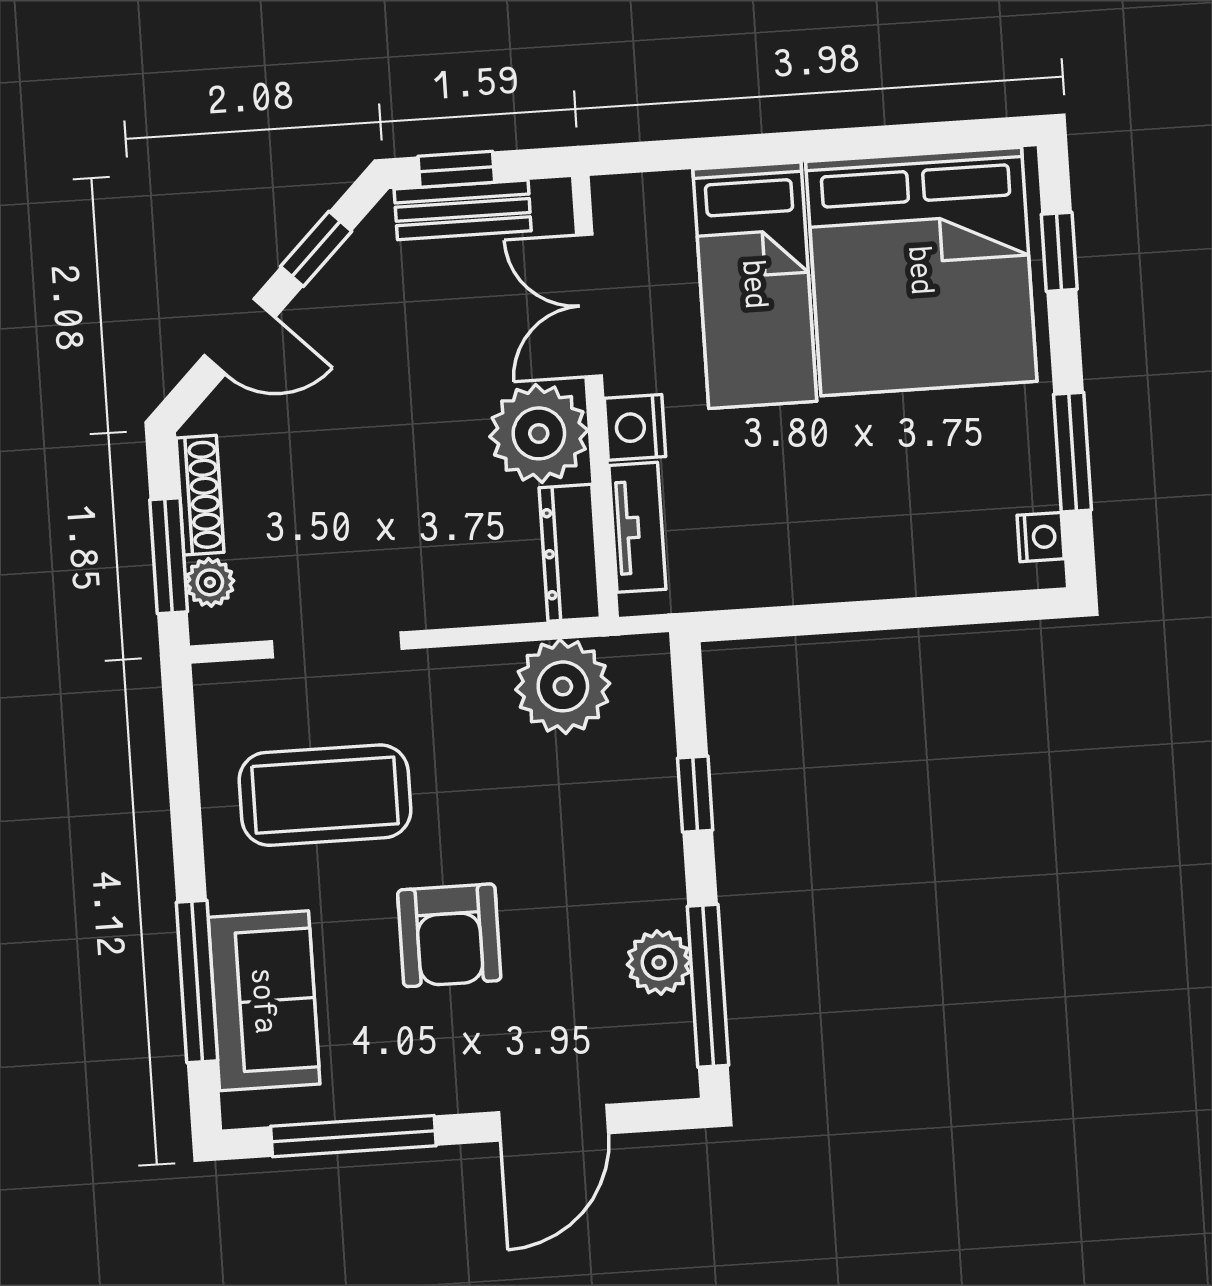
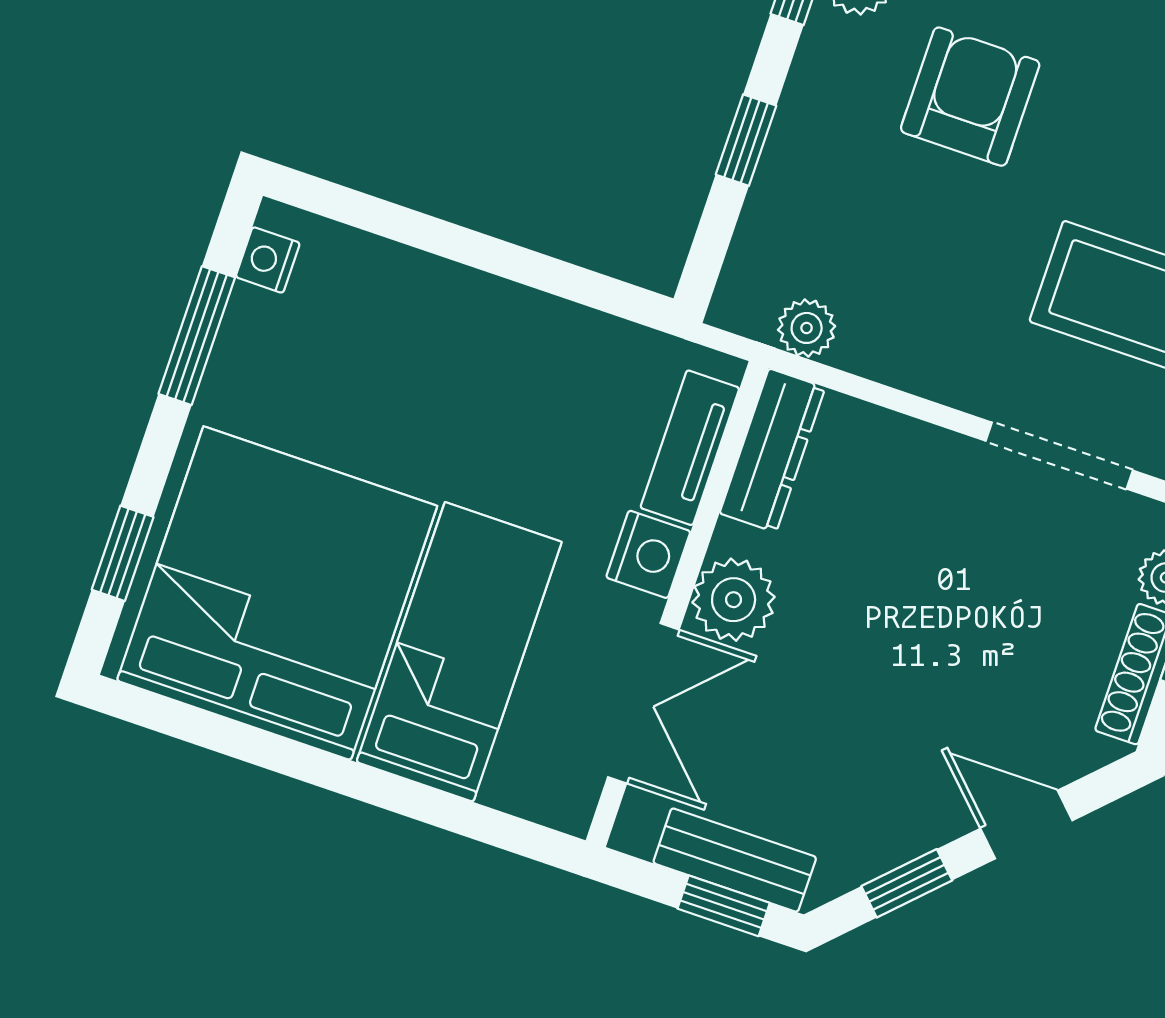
plant: (539, 433) -> (734, 600), width x0.73, depth x0.73
plant: (563, 686) -> (807, 328), width x0.53, depth x0.53
armchair: (449, 935) -> (970, 97), moved

